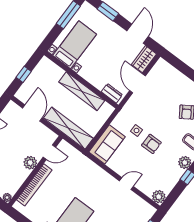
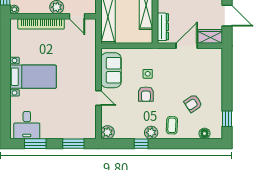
door: (138, 34) -> (227, 16), hinge flipped
dresser: (112, 93) -> (163, 27), width x1.44
sofa: (107, 144) -> (111, 70), moved, turned -90

